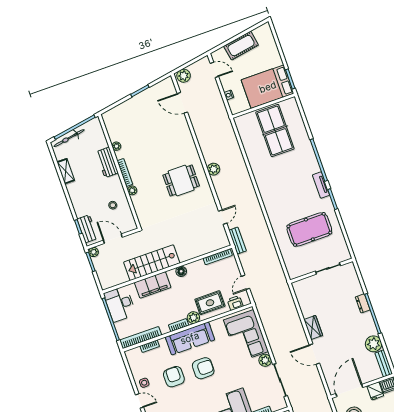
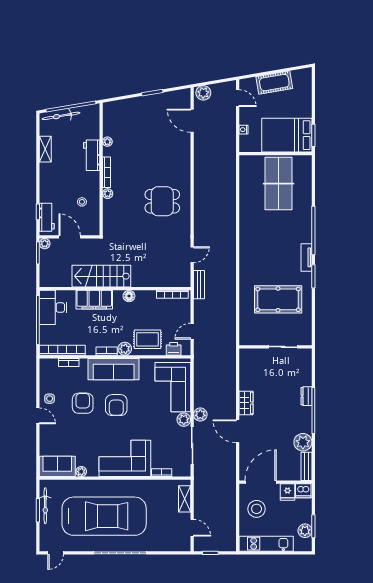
plant: (214, 169) -> (200, 415), moved
armchair: (203, 368) -> (116, 405), turned 90

